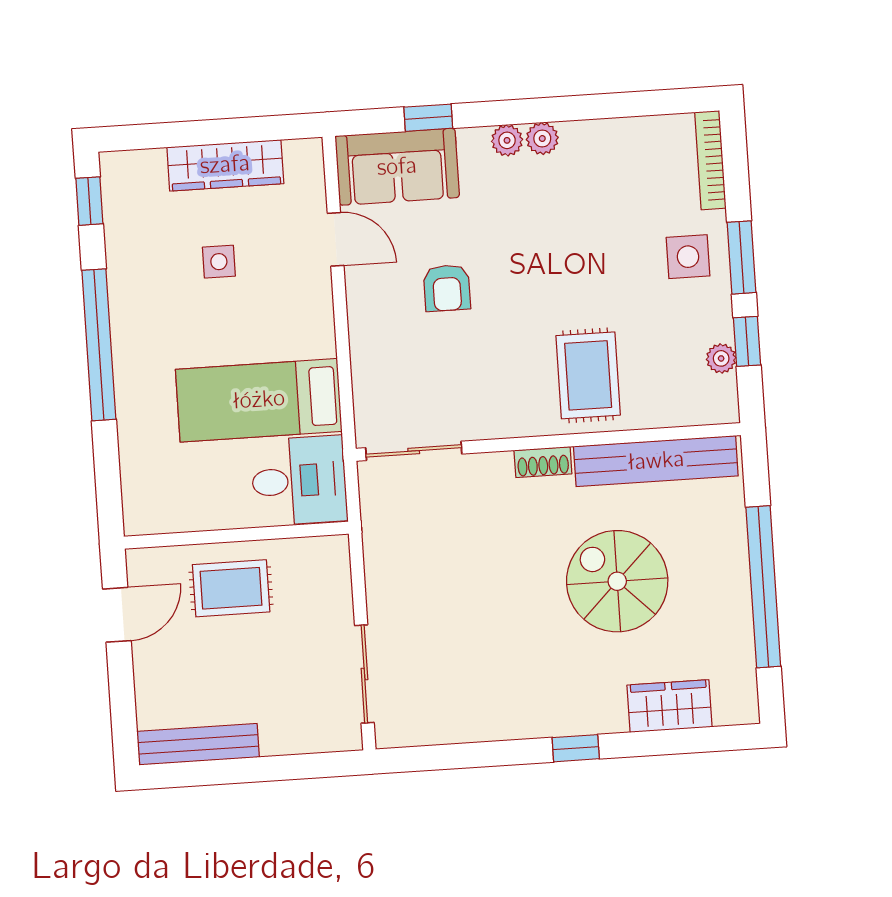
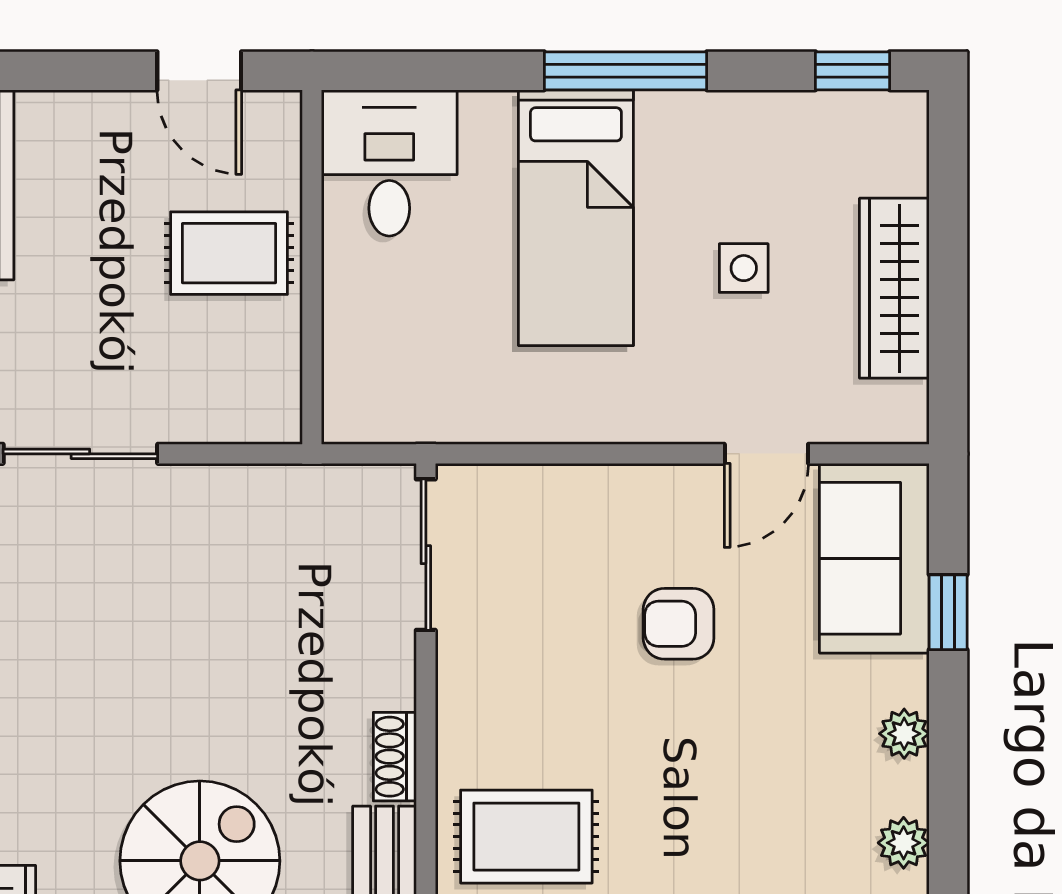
plant: (542, 139) -> (904, 843), moved
window: (99, 345) -> (625, 71), width x0.68
bed: (259, 400) -> (576, 218), moved, turned 180
desk: (299, 481) -> (389, 163), moved, turned 180
rug: (231, 588) -> (229, 253), turned 90

